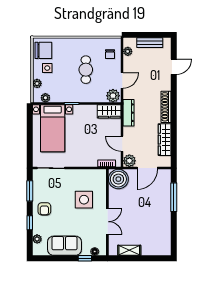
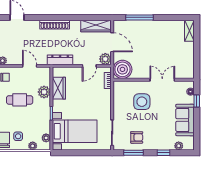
plant: (113, 96) -> (44, 92), moved
wardrobe: (109, 111) -> (59, 88), moved
wardrobe: (165, 140) -> (96, 26), moved
armchair: (44, 209) -> (137, 137), moved
shelving: (129, 250) -> (189, 31), moved

